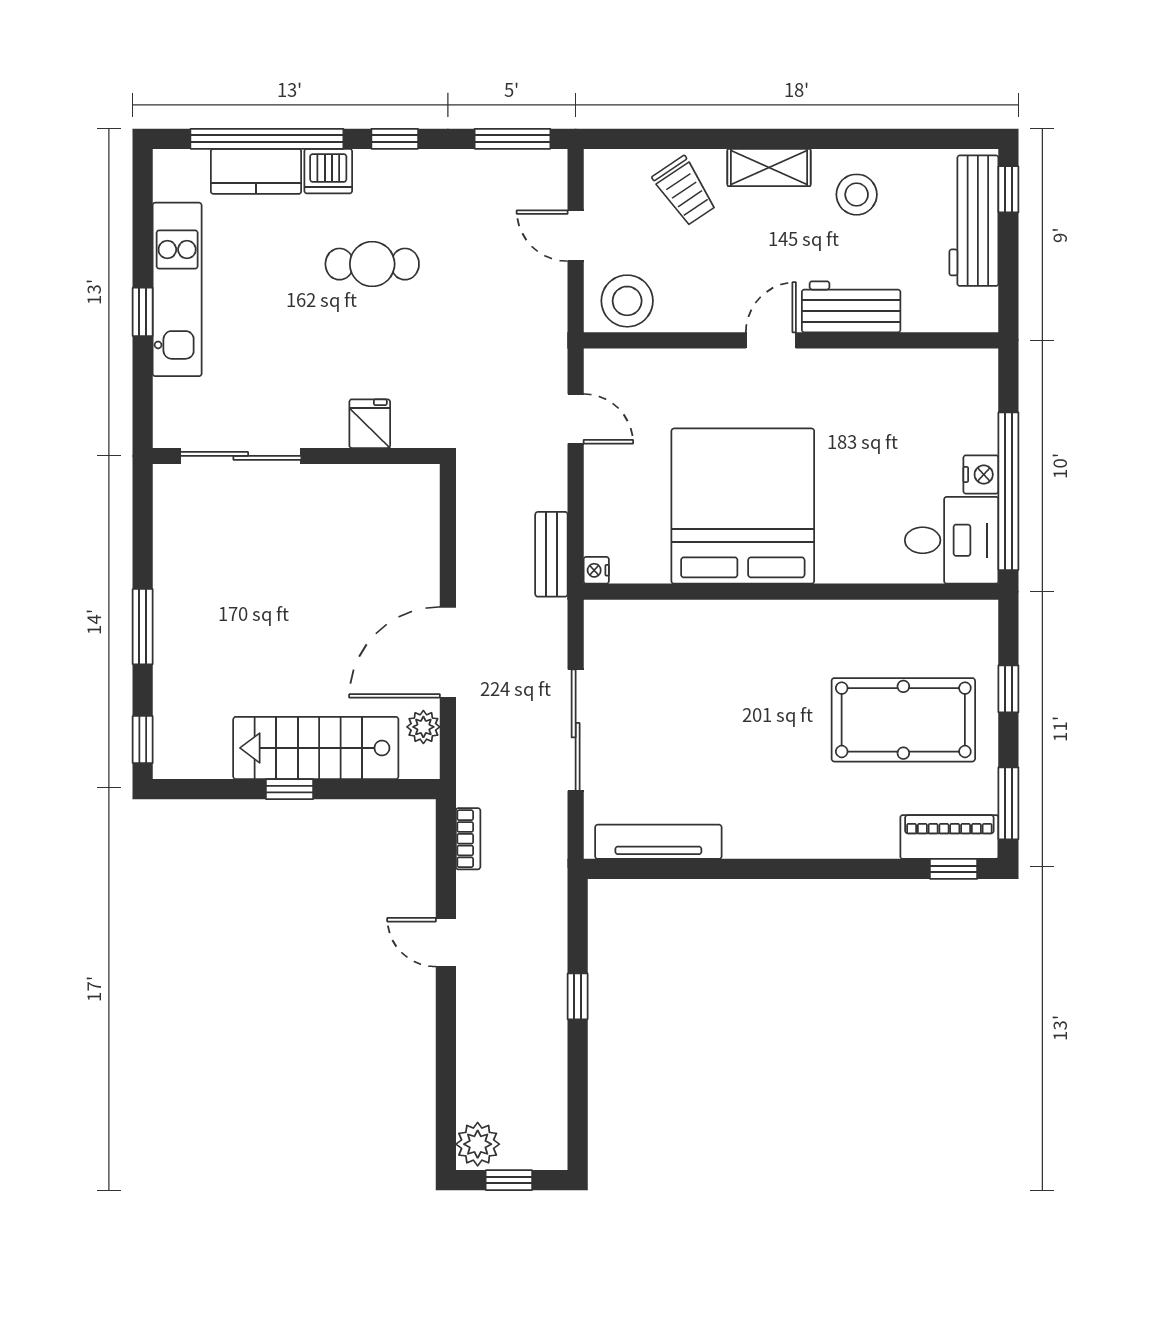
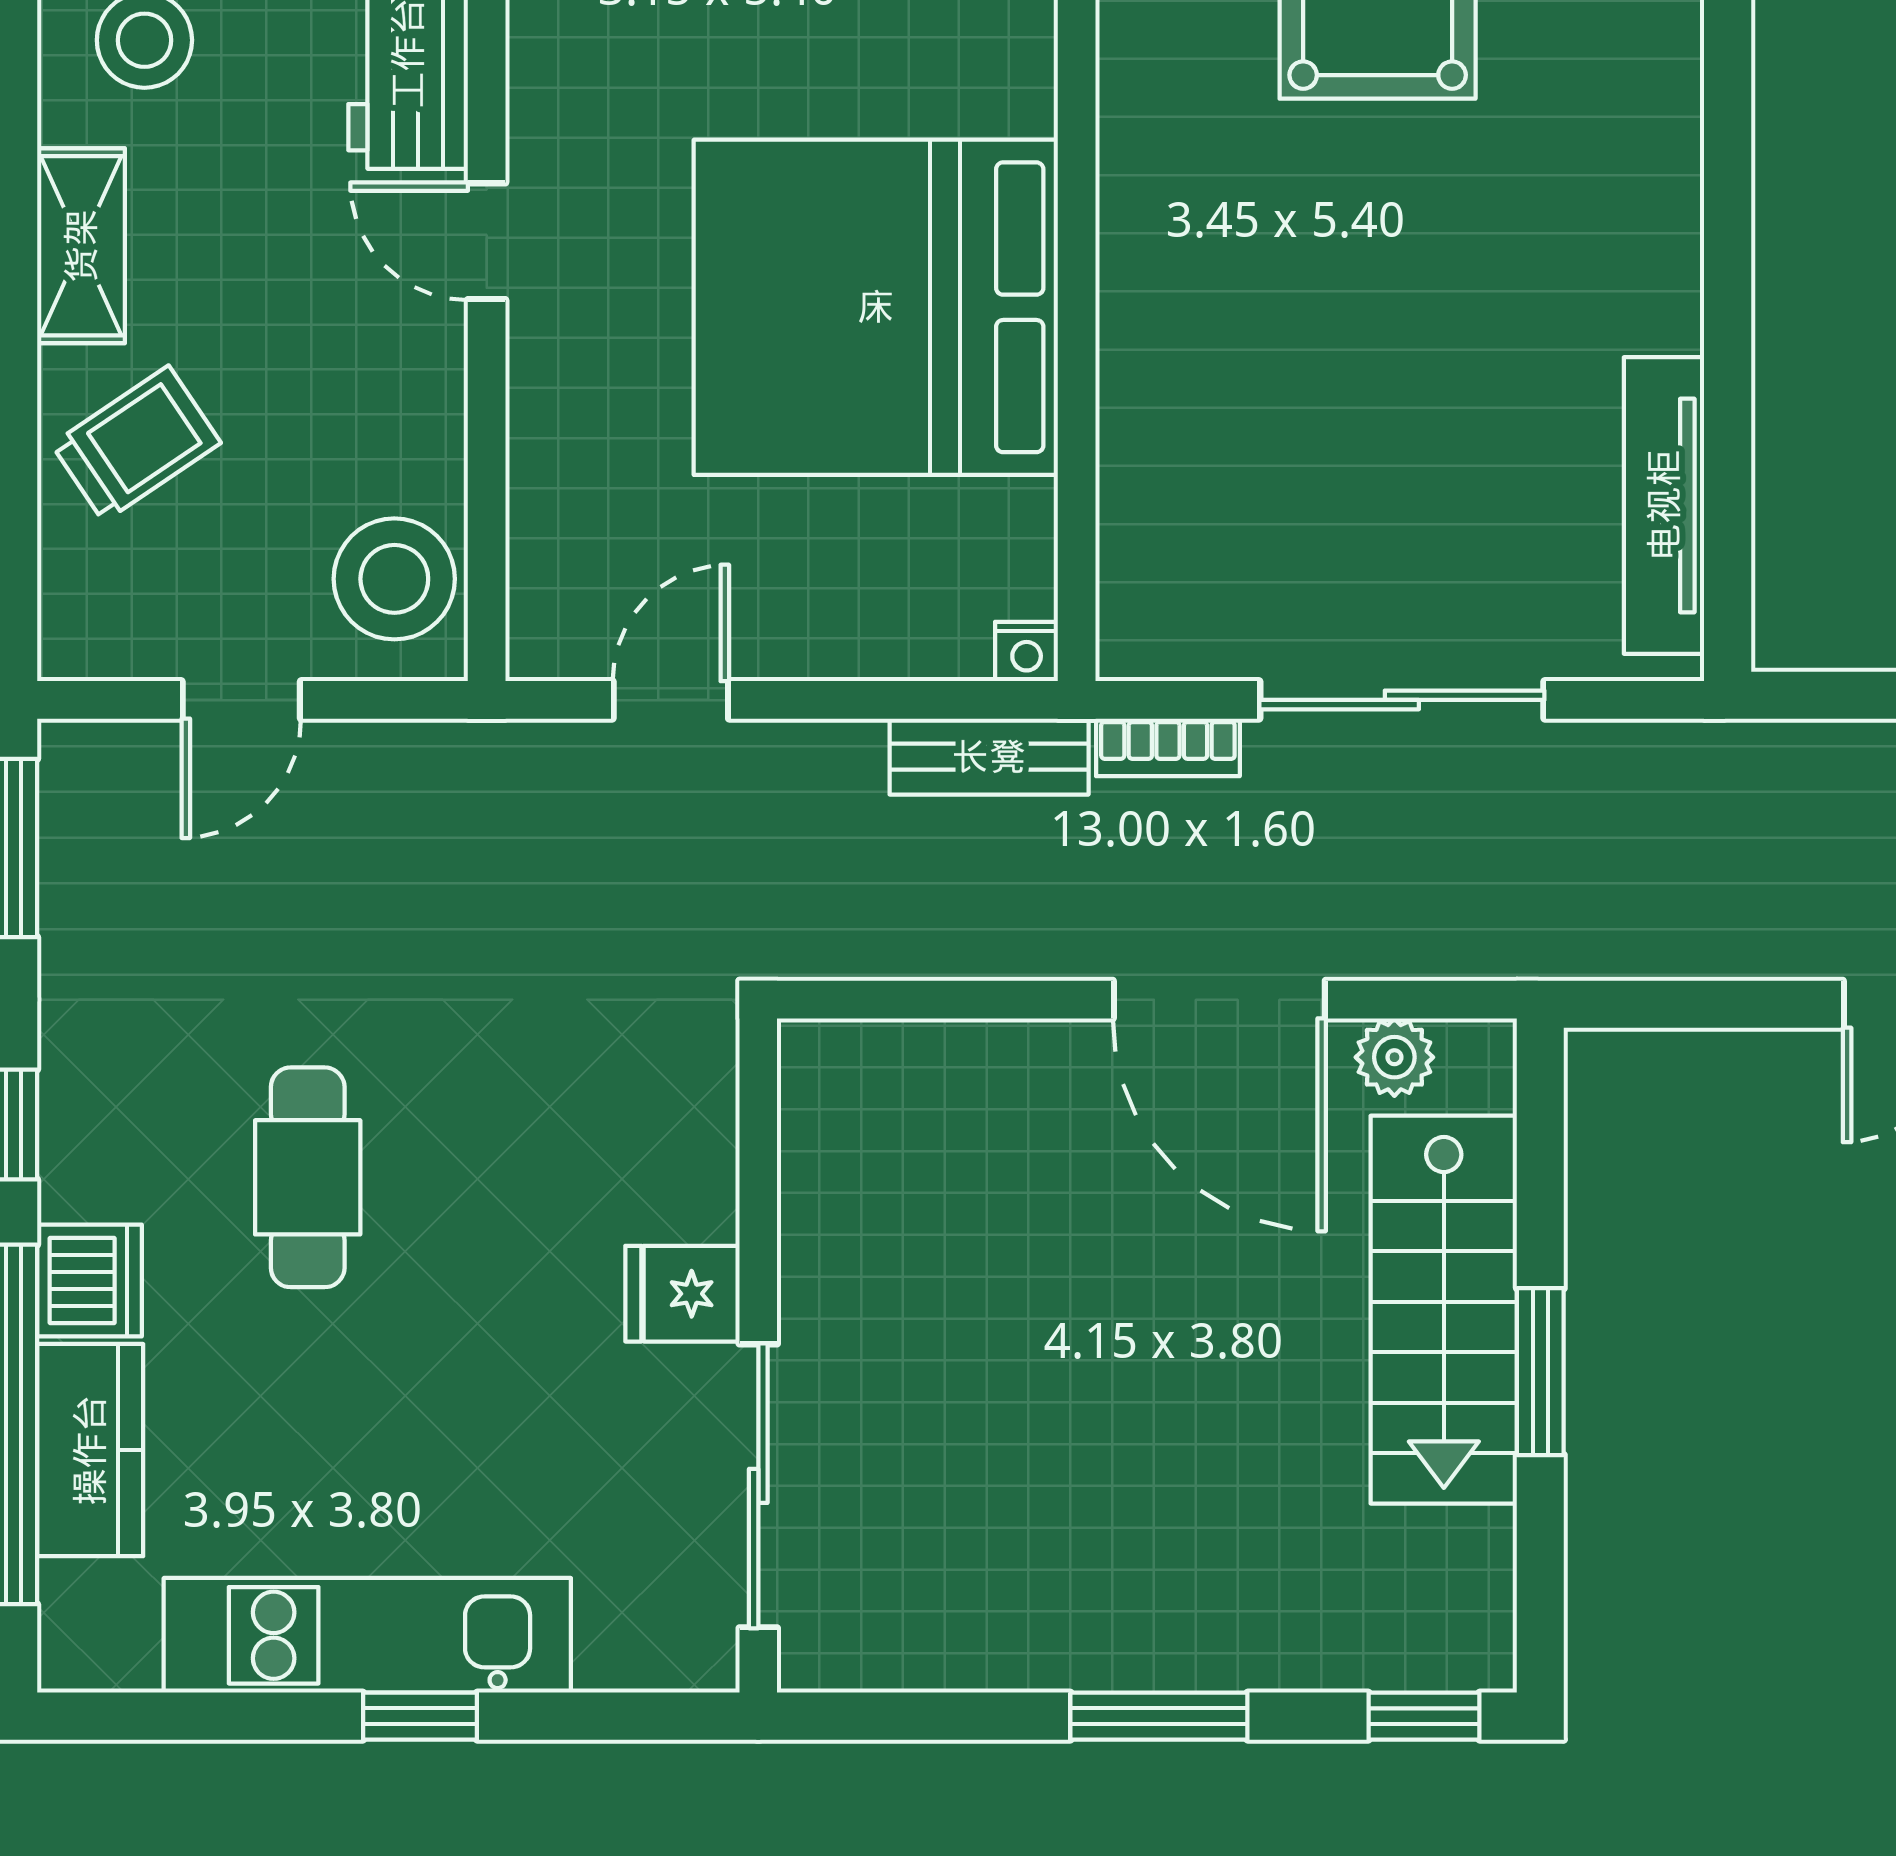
fridge: (370, 424) -> (682, 1294), moved
window: (289, 789) -> (1540, 1372), width x1.50
bookcase: (468, 839) -> (1168, 747), moved, turned 180

